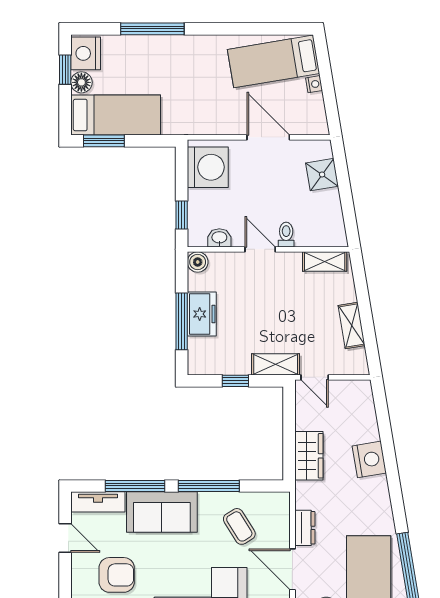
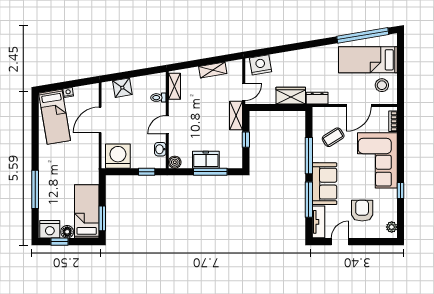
toilet: (286, 235) -> (158, 98), moved
nightstand: (369, 459) -> (260, 65), moved
dresser: (305, 528) -> (317, 98), moved

